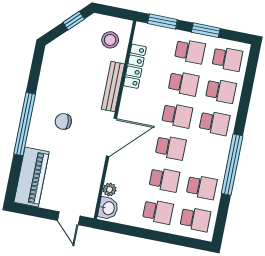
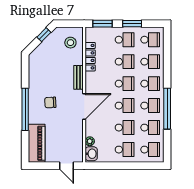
bench: (113, 87) -> (78, 77), width x0.73
school desk: (208, 155) -> (150, 106), added

